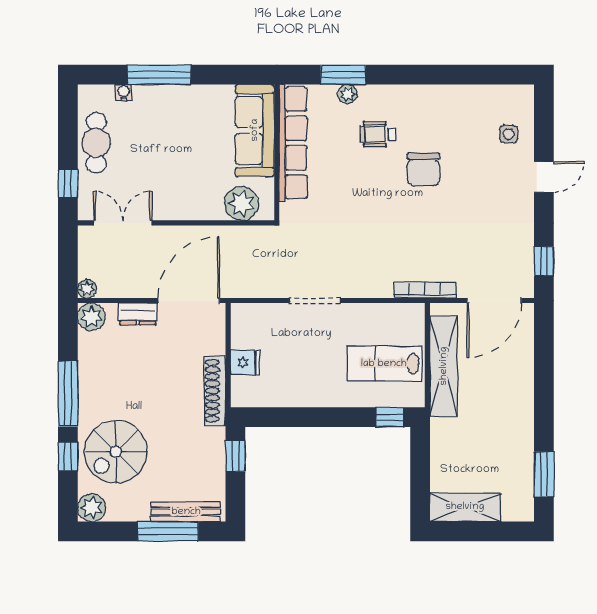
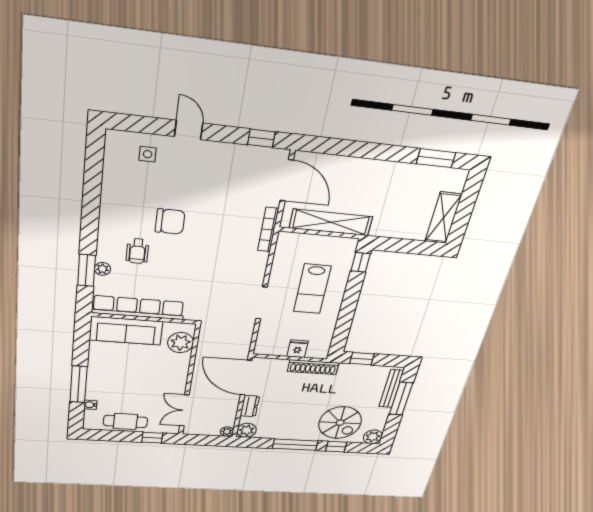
lab bench: (384, 364) -> (312, 289), moved

